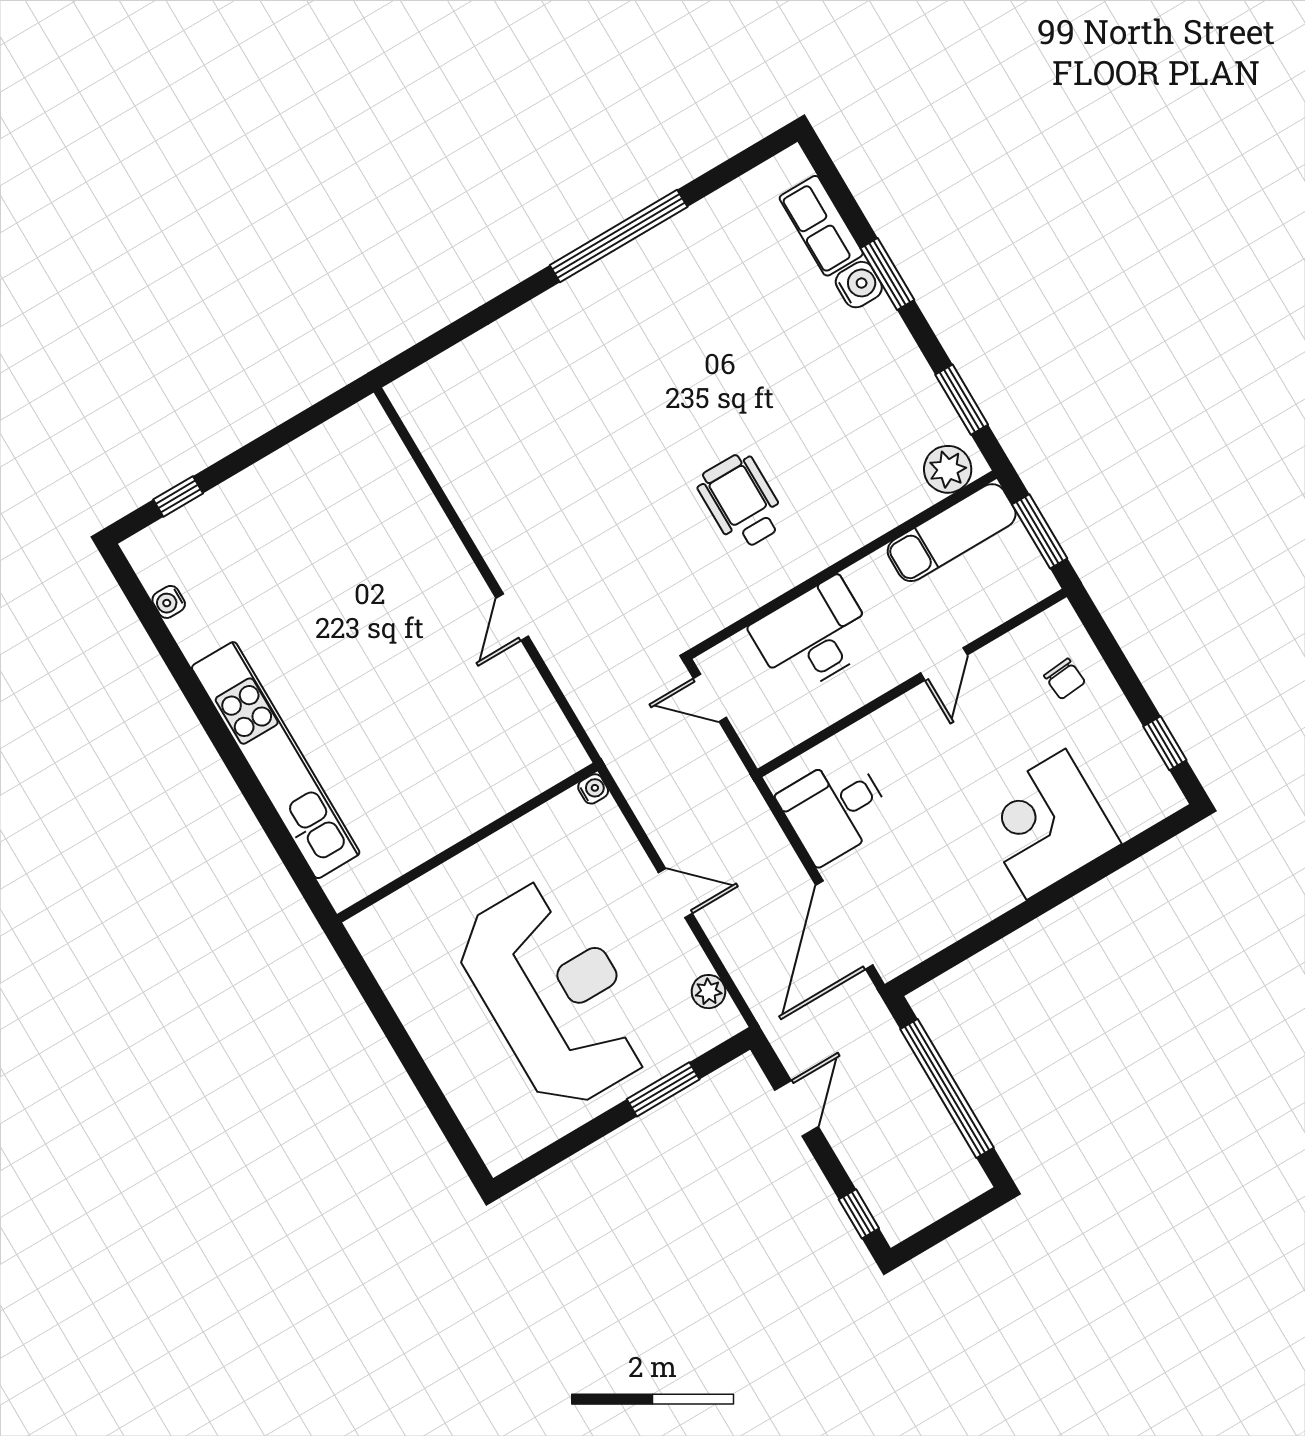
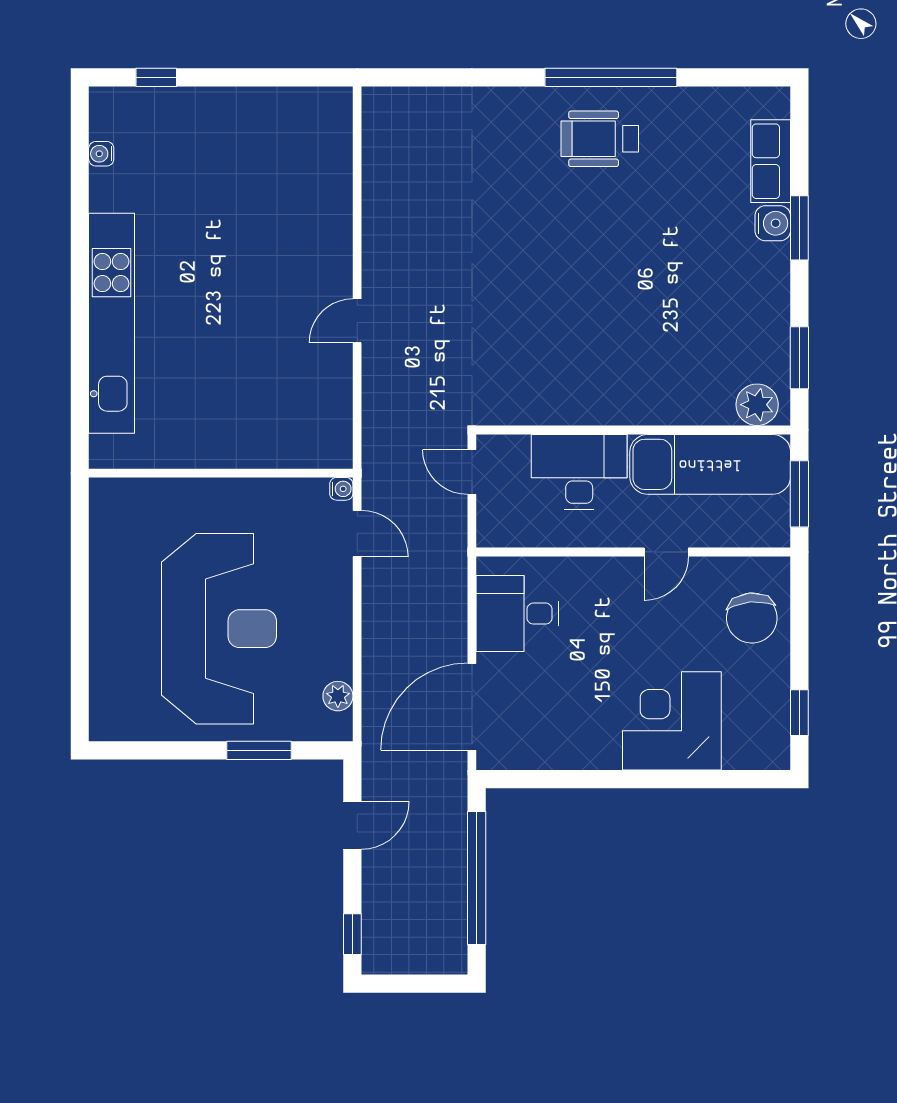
wheelchair: (741, 501) -> (600, 139), moved, turned -90
exam couch: (952, 533) -> (710, 464), width x1.36, depth x1.45
chair: (1065, 679) -> (752, 618), width x1.87, depth x1.87
door: (675, 893) -> (357, 534), moved

